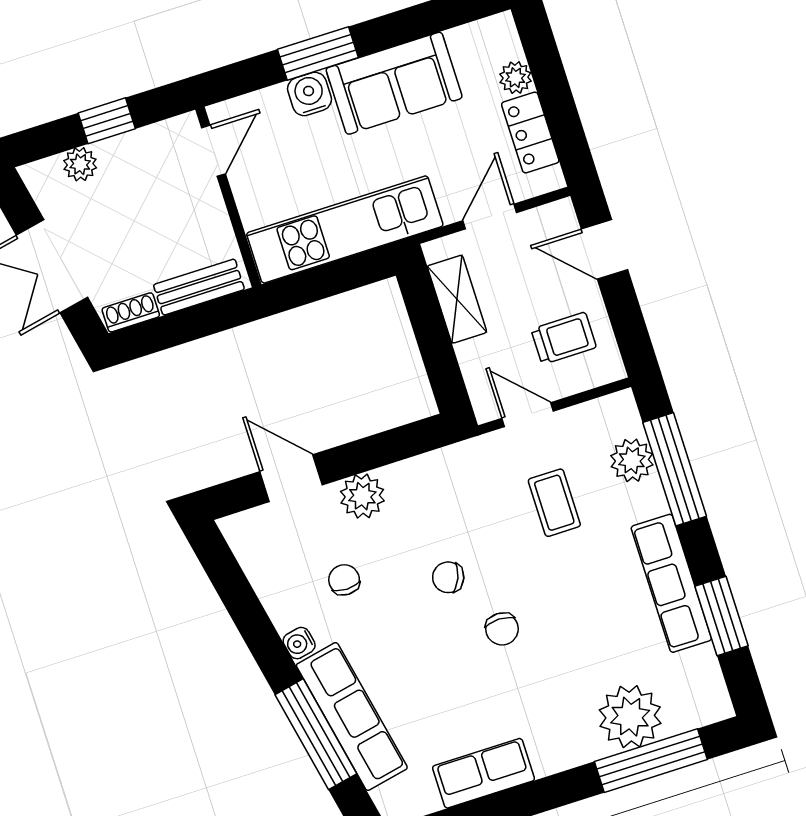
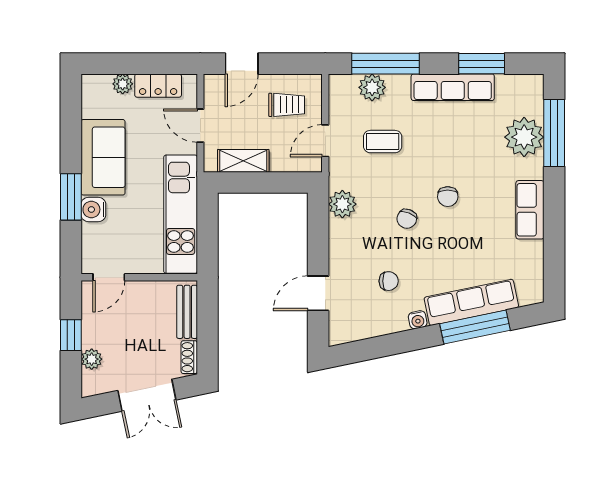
door: (213, 151) -> (109, 277), swing flipped
trolley: (564, 338) -> (287, 105), turned 90
plant: (362, 496) -> (342, 204), moved
chair: (344, 580) -> (389, 281), turned 180
chair: (502, 629) -> (448, 197), turned 90
row of seats: (483, 773) -> (530, 210), moved

